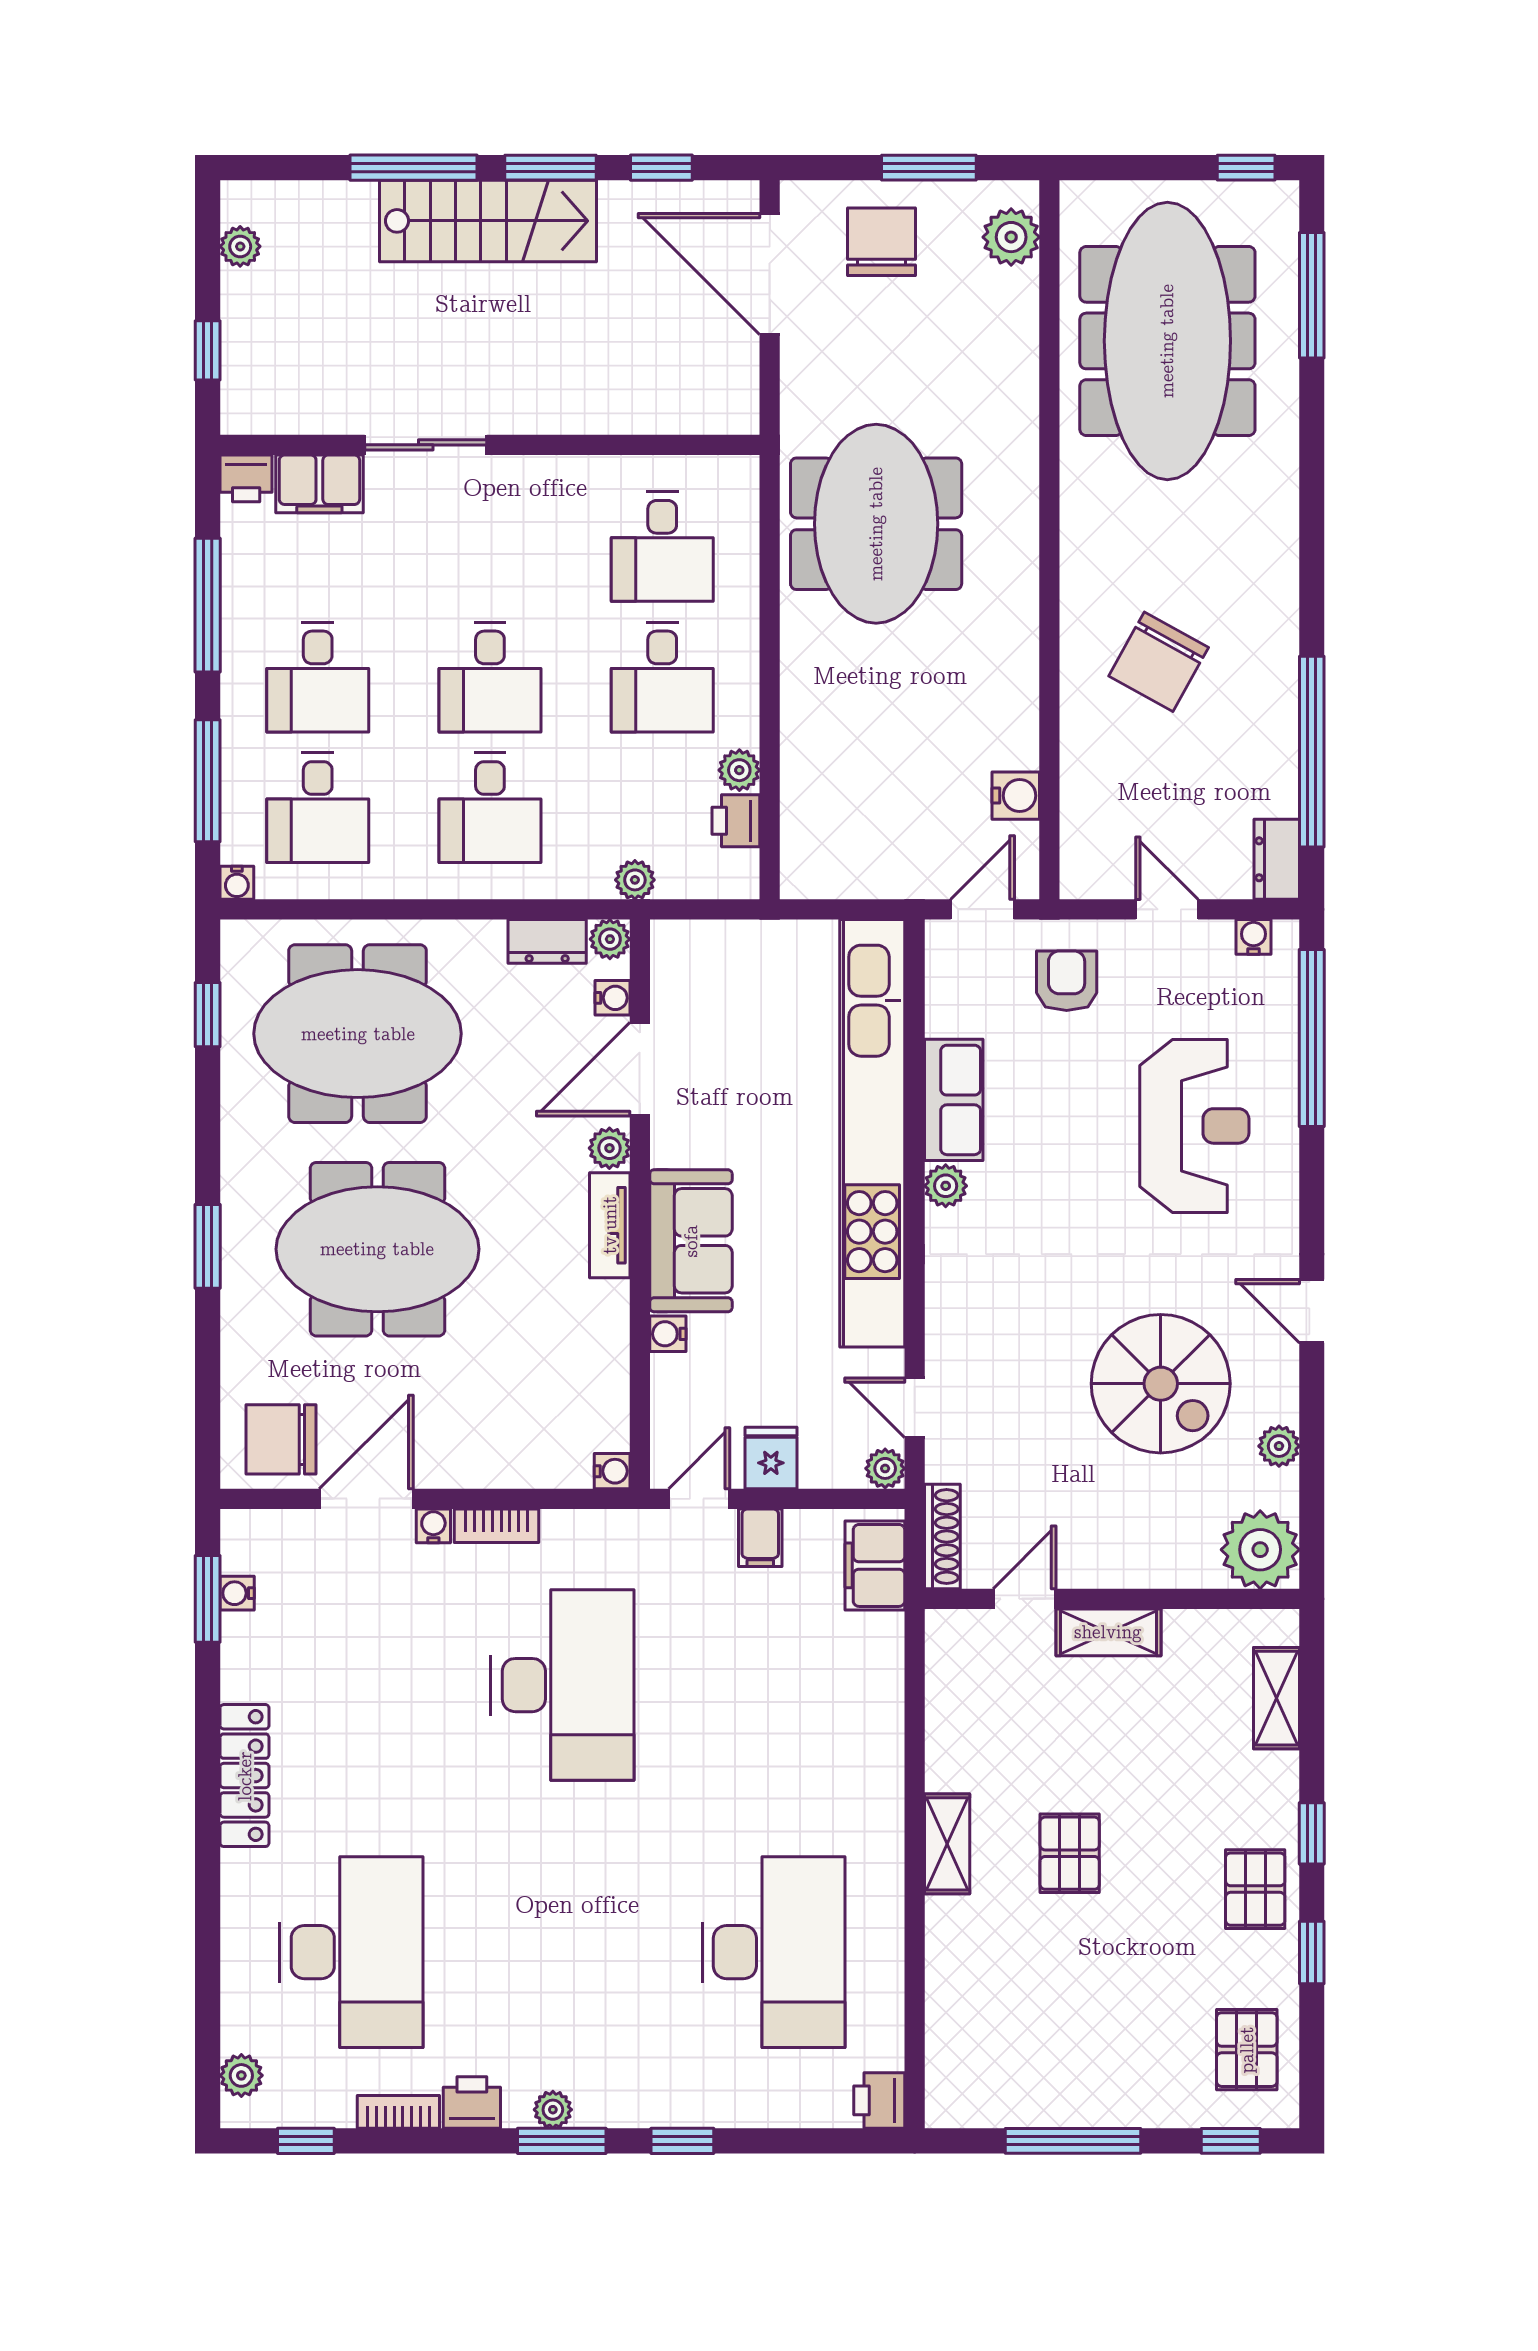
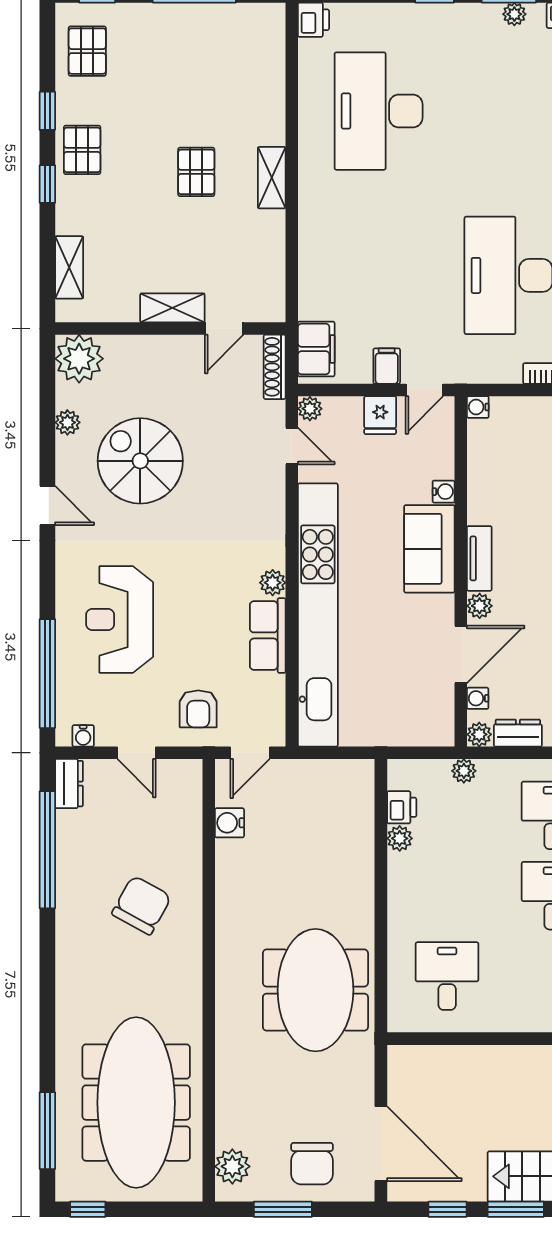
desk: (662, 677) -> (447, 896), removed

